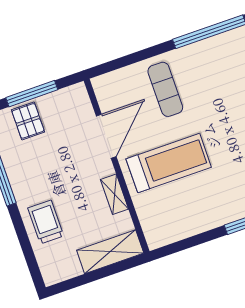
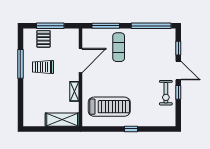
window: (129, 60) -> (106, 26), added
treadmill: (169, 163) -> (109, 107), moved
trolley: (46, 222) -> (43, 67), moved, turned -90

